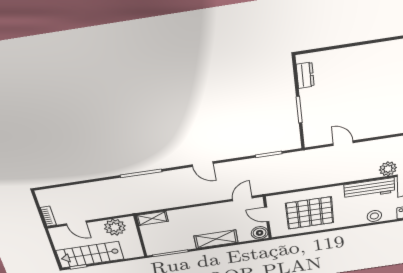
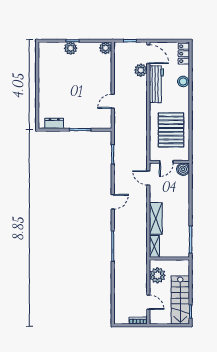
door: (76, 223) -> (148, 302), hinge flipped
shelving: (216, 239) -> (156, 219), moved

